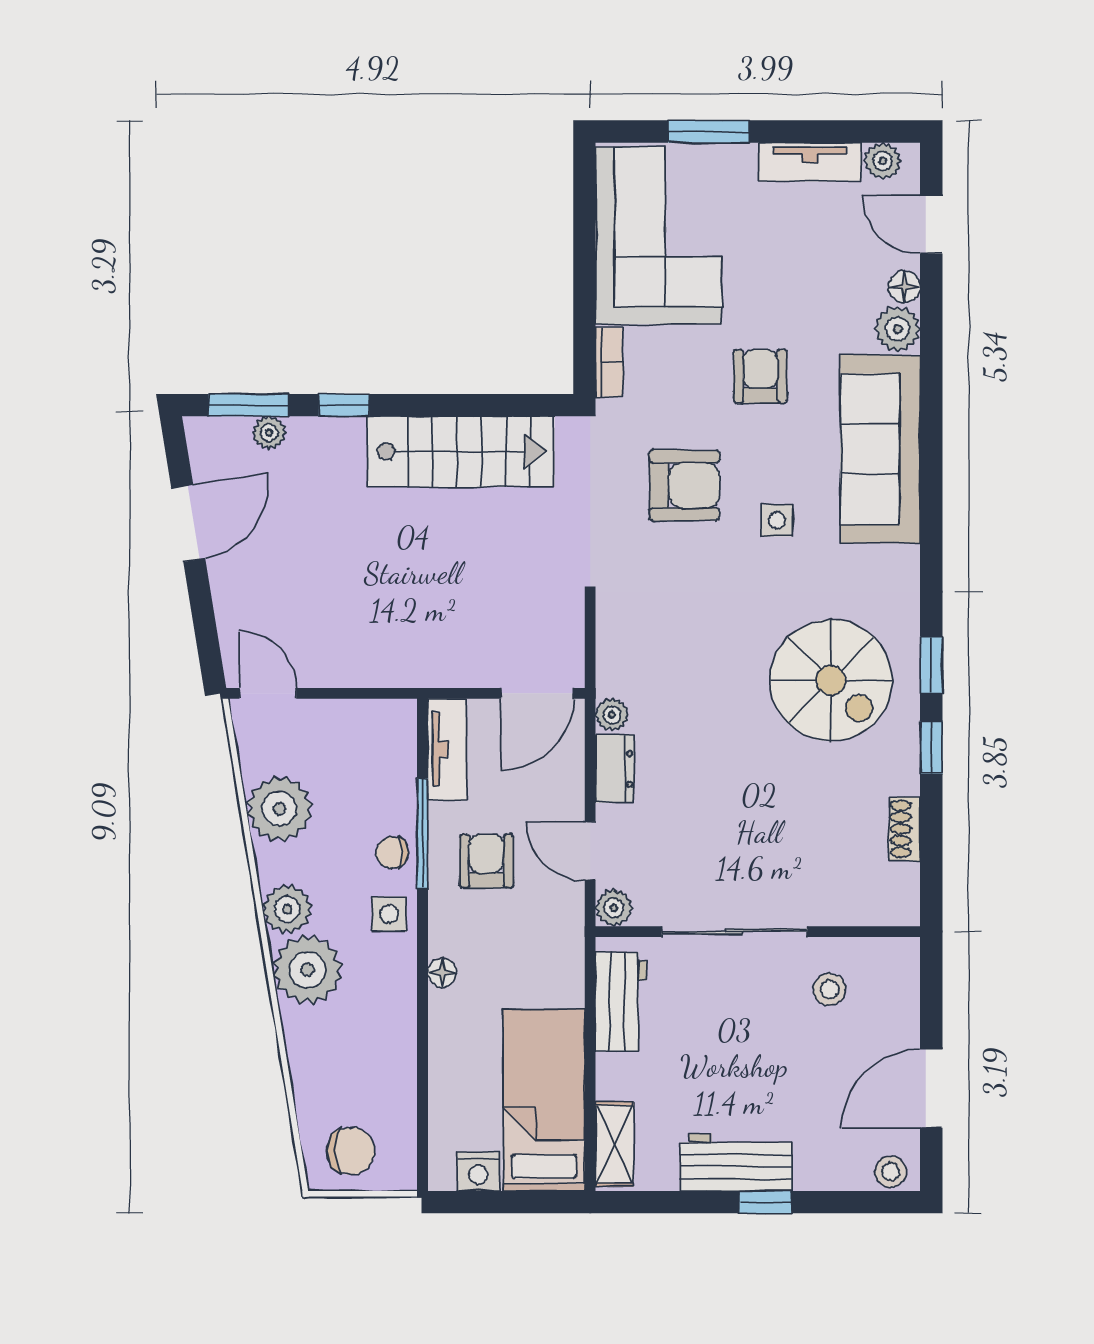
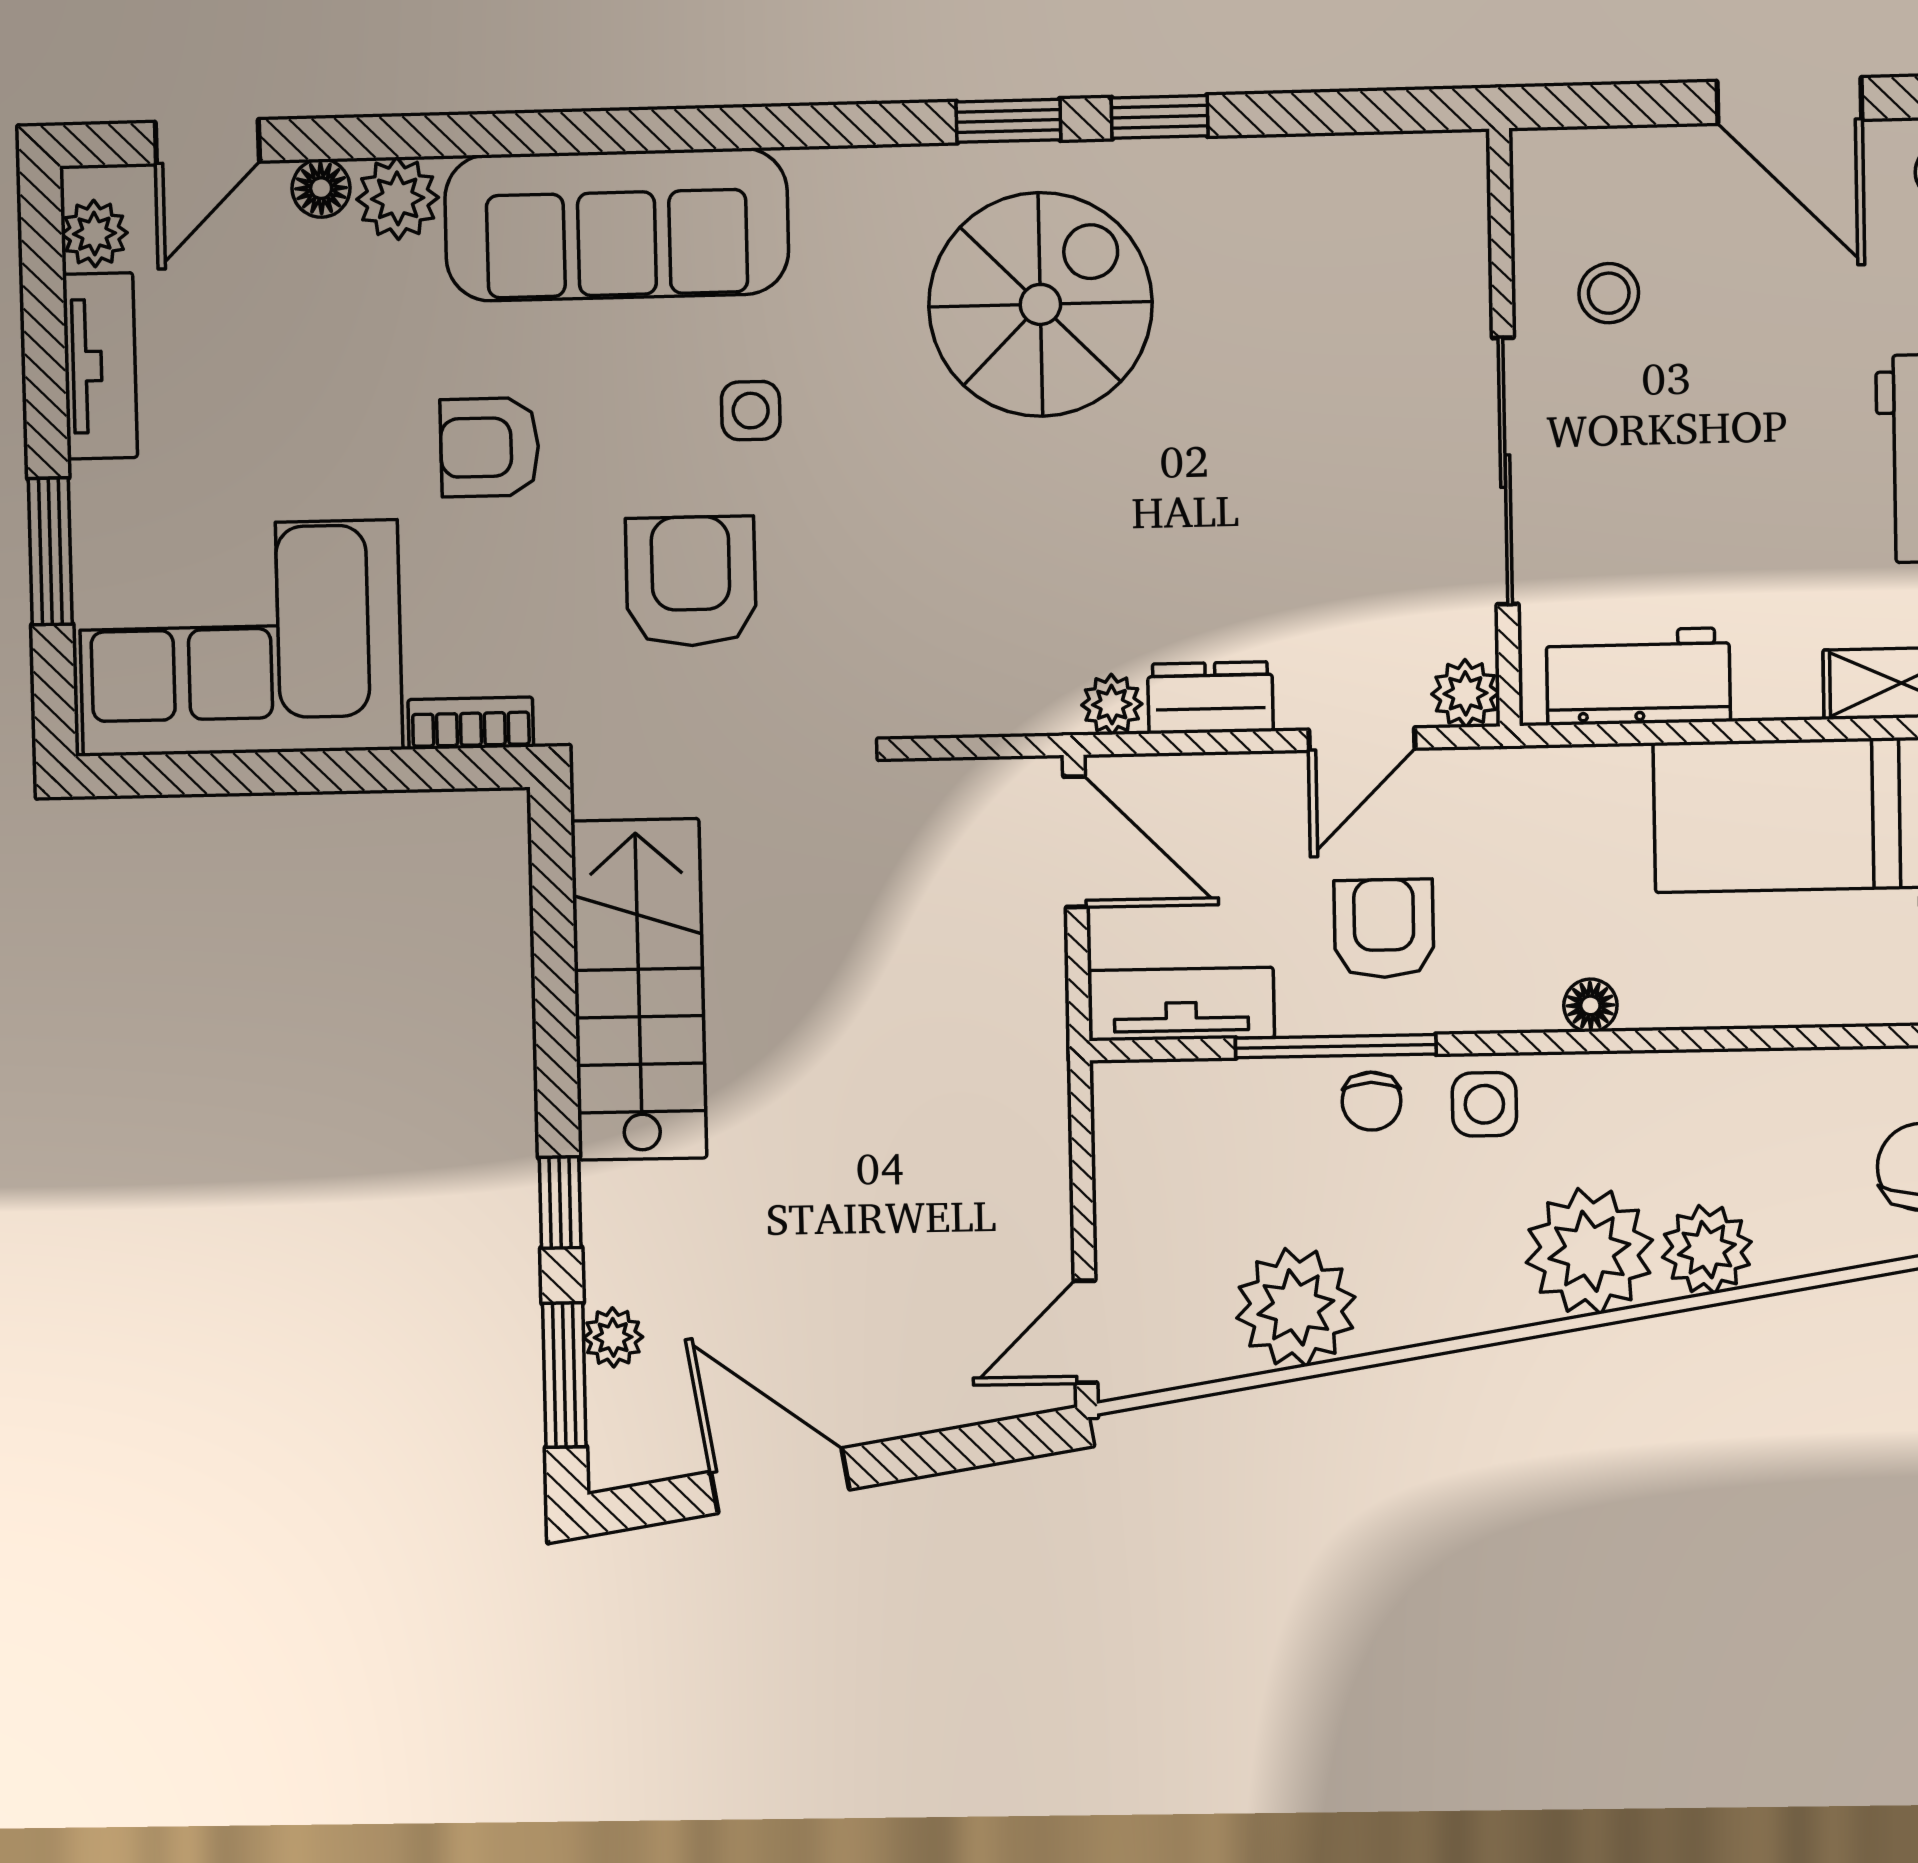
shoe rack: (905, 829) -> (1310, 162), removed
armchair: (486, 861) -> (1384, 929), turned 90
plant: (287, 909) -> (1707, 1250), moved

